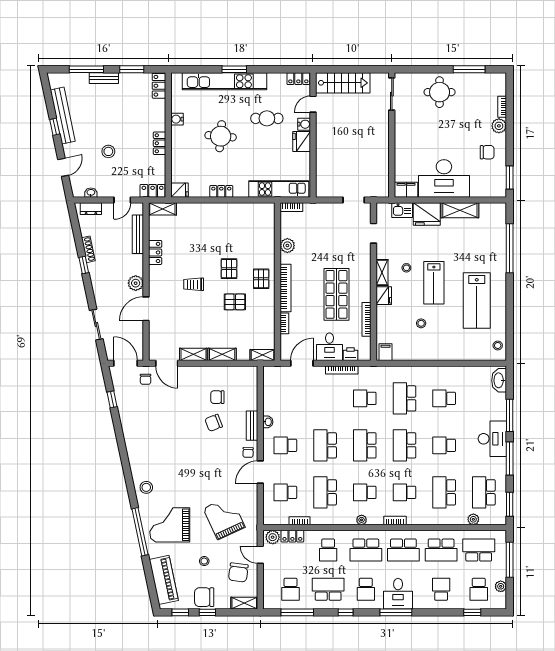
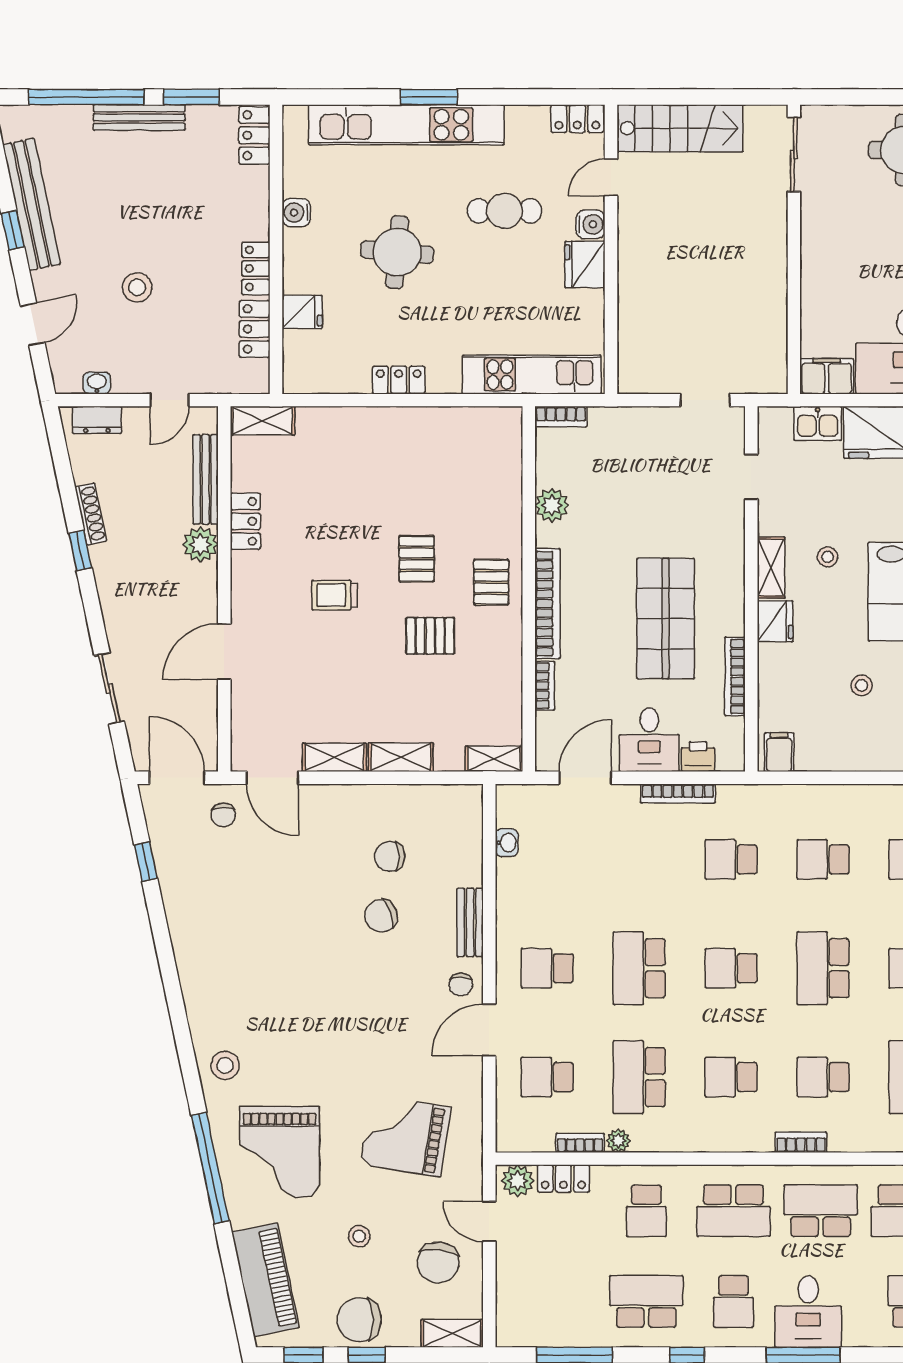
window: (86, 69) -> (87, 97), width x1.46
bench: (104, 78) -> (139, 117), width x1.36
fridge: (180, 190) -> (302, 312), moved
locker: (153, 191) -> (255, 329), moved, turned -90
plant: (136, 283) -> (200, 544), moved
school desk: (404, 398) -> (823, 859), width x0.54
washbasin: (268, 422) -> (507, 843), moved
school desk: (365, 445) -> (731, 968), width x0.54
grand piano: (224, 518) -> (405, 1136), turned -56
plant: (362, 520) -> (618, 1141), moved
grand piano: (170, 525) -> (280, 1152), turned -90
school desk: (403, 550) -> (821, 1211), turned 180
school desk: (291, 589) -> (559, 1301), removed

